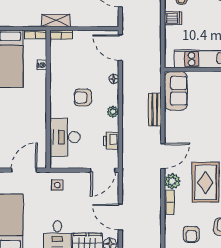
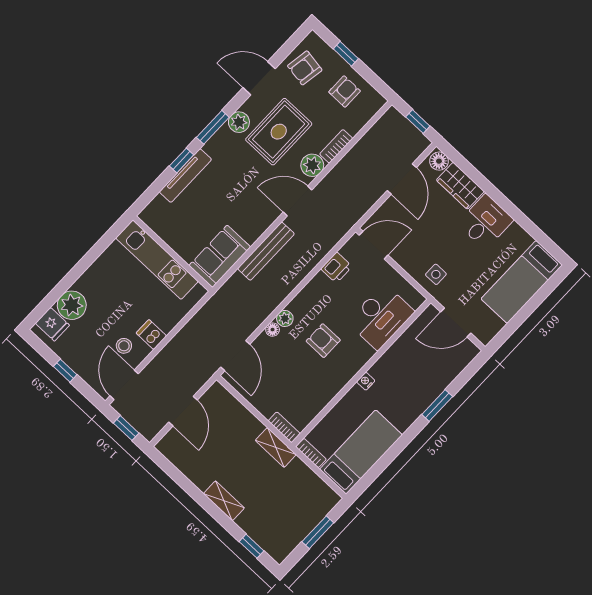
nightstand: (42, 65) -> (366, 381), moved
armchair: (83, 97) -> (323, 341), turned 180
bench: (155, 109) -> (266, 251), width x1.36
plant: (113, 112) -> (285, 318), moved

